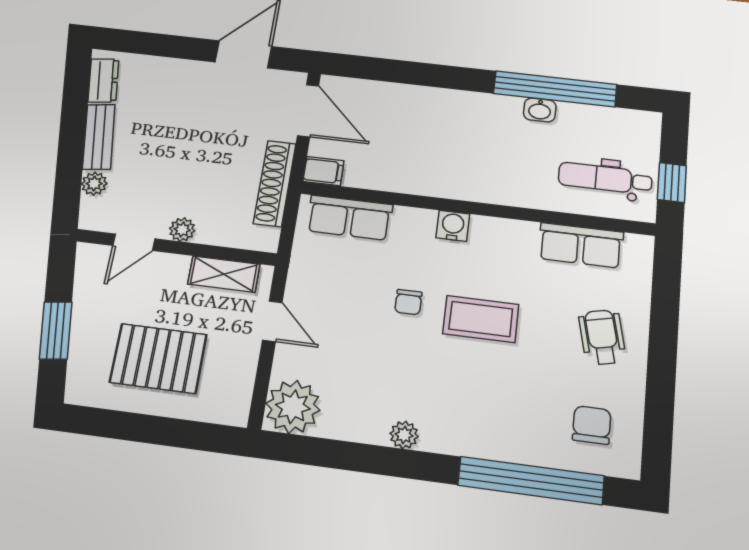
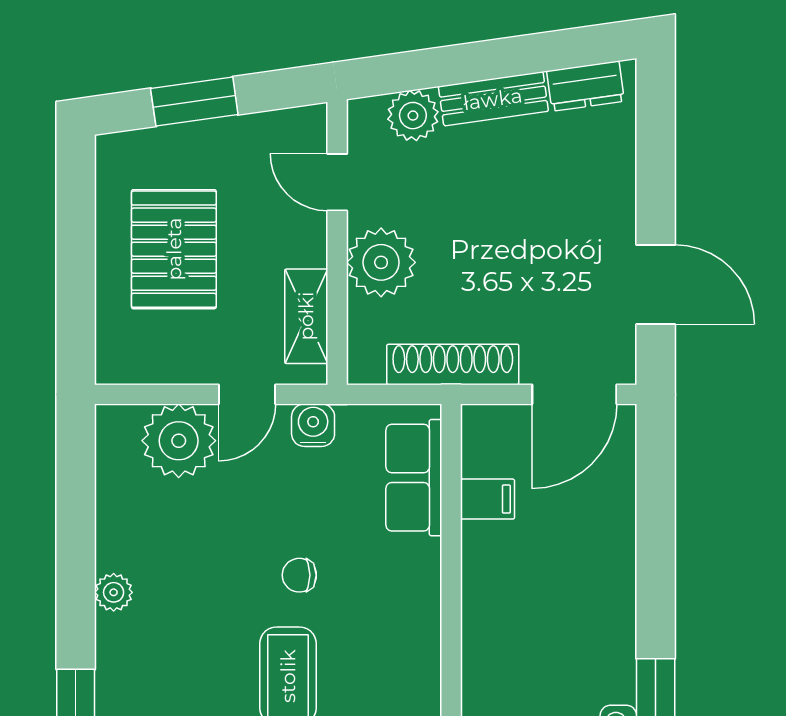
filing cabinet: (323, 171) -> (488, 499), moved, turned -90
plant: (94, 184) -> (413, 116), width x1.38, depth x1.38
water cooler: (453, 226) -> (313, 425), moved, turned -90
plant: (182, 230) -> (381, 262), width x1.87, depth x1.87
plant: (293, 407) -> (179, 441), moved

